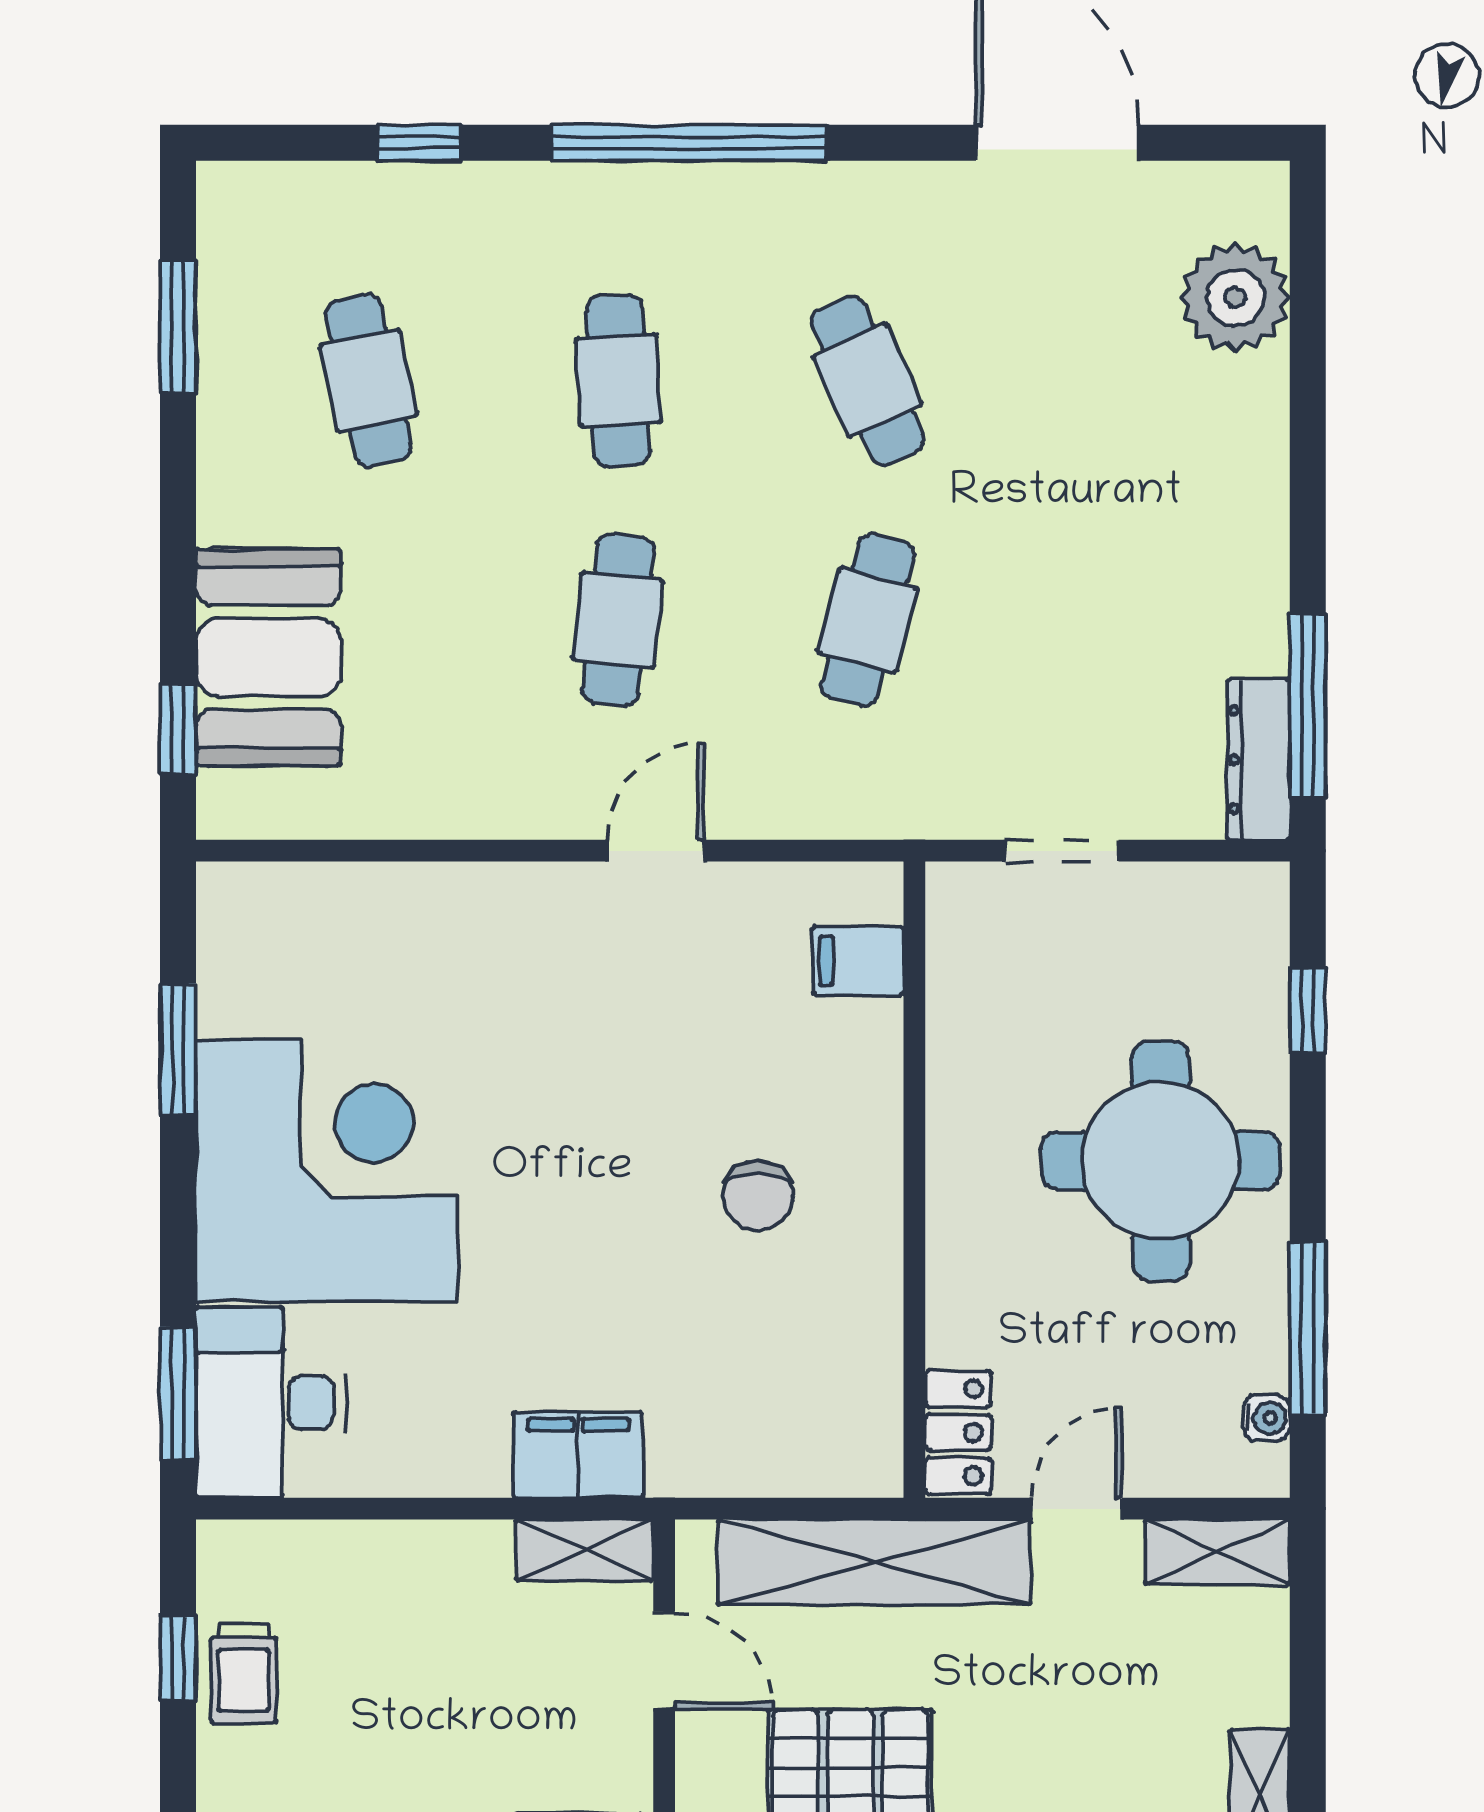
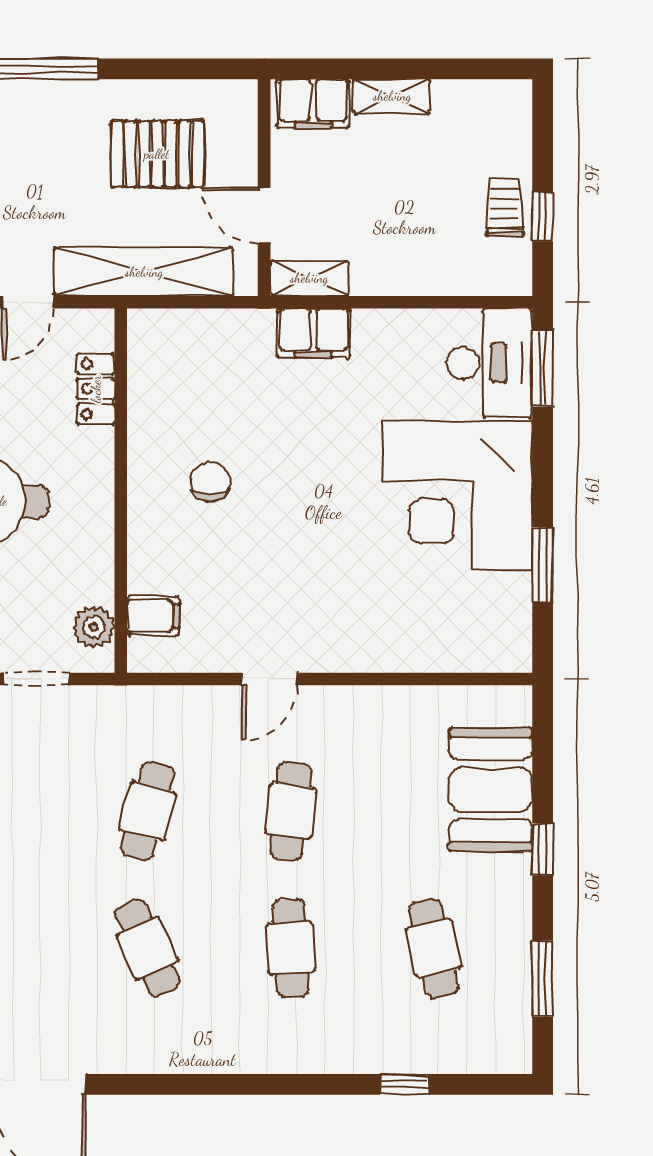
window: (689, 143) -> (250, 1084), removed
window: (178, 729) -> (543, 849), moved
plant: (962, 941) -> (94, 627), added
locker: (958, 1432) -> (96, 389), moved

